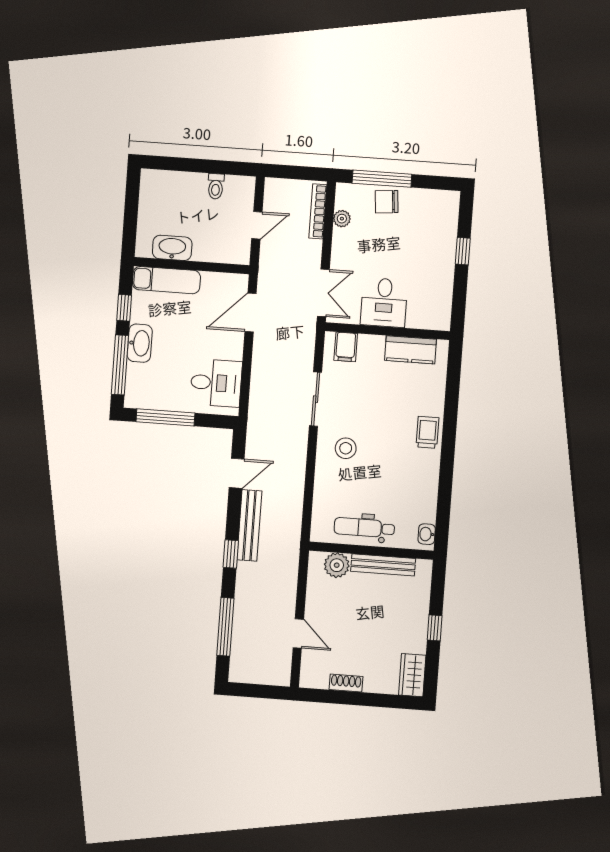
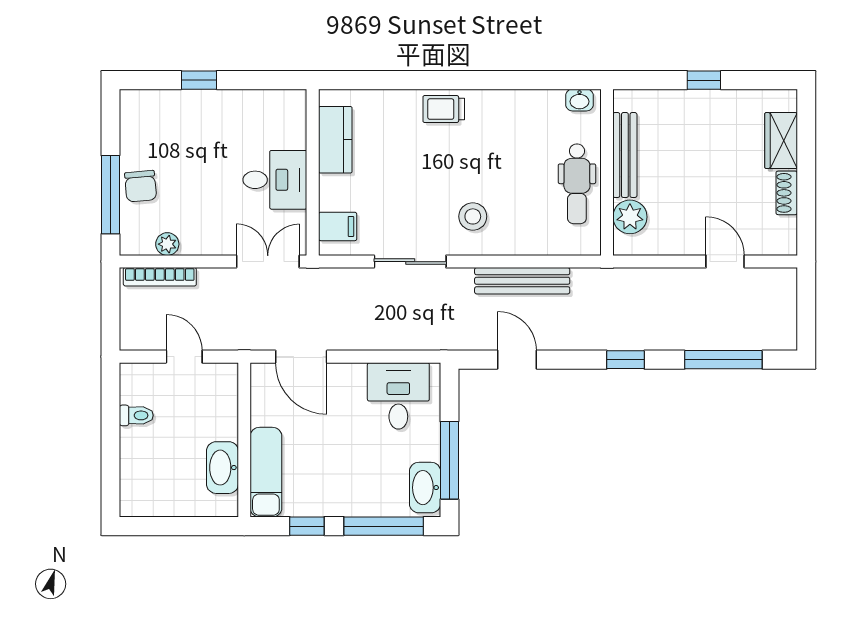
washbasin: (140, 343) -> (425, 488), moved, turned -90
bench: (249, 525) -> (522, 281), moved
door: (298, 633) -> (725, 262), hinge flipped
wardrobe: (412, 675) -> (781, 141), moved, turned 90

